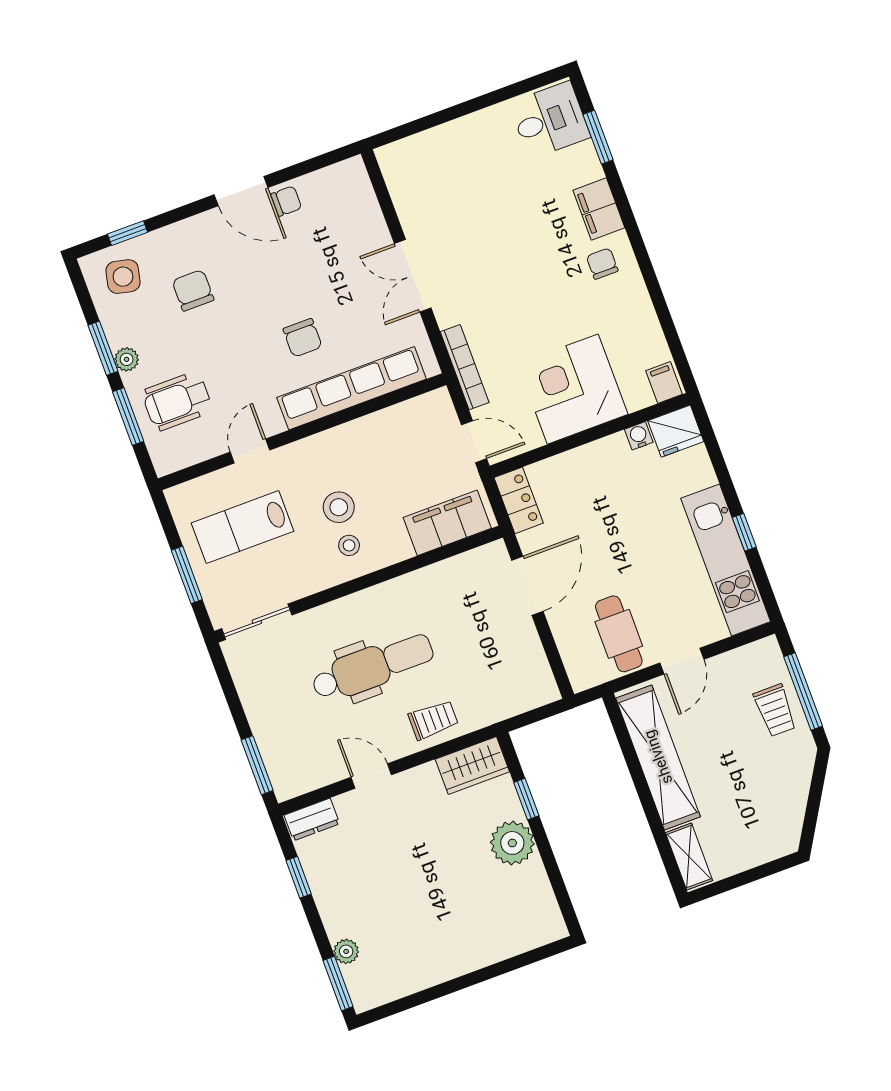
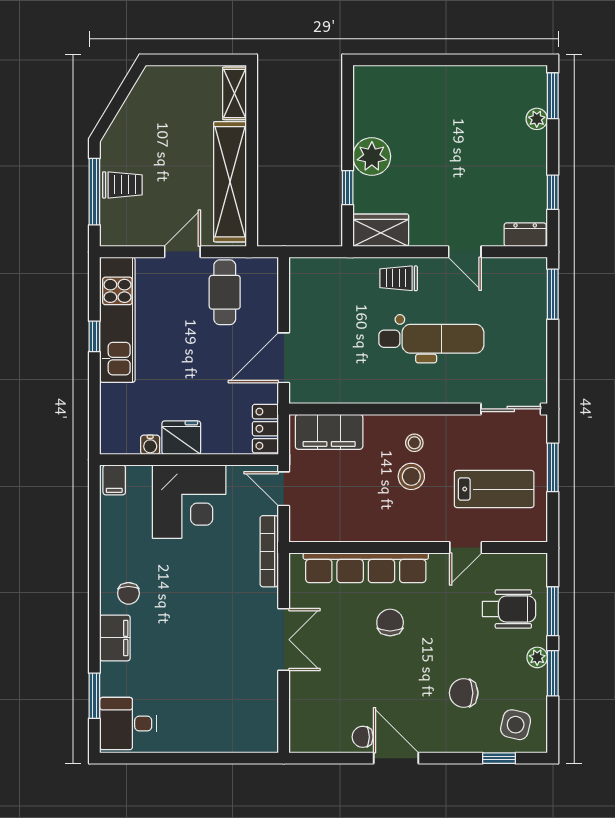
chair: (193, 290) -> (464, 693), turned 90
fridge: (676, 431) -> (181, 438), moved
dental chair: (373, 667) -> (431, 339), turned 180
trolley: (775, 710) -> (122, 185), turned 90

